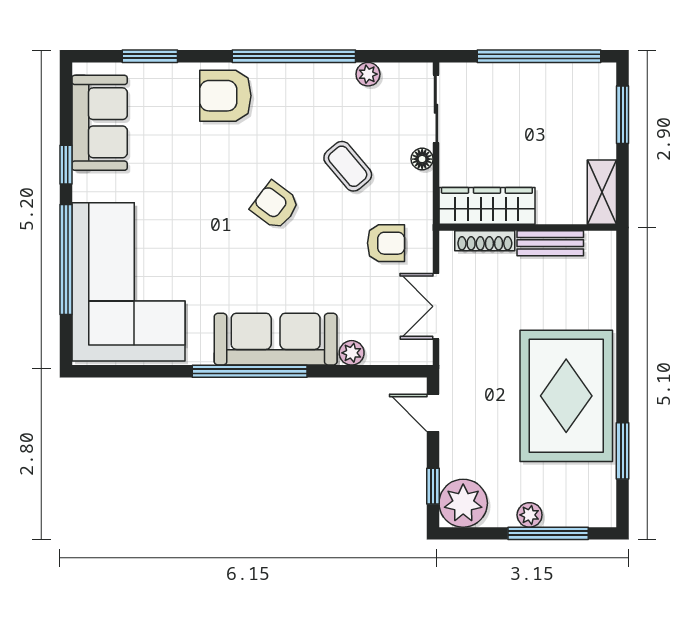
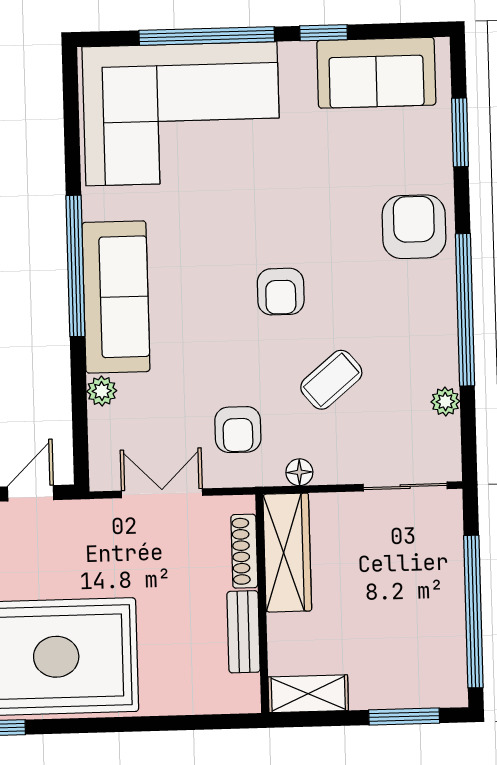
floor lamp: (422, 159) -> (299, 472), moved
armchair: (275, 205) -> (281, 292), turned 143

